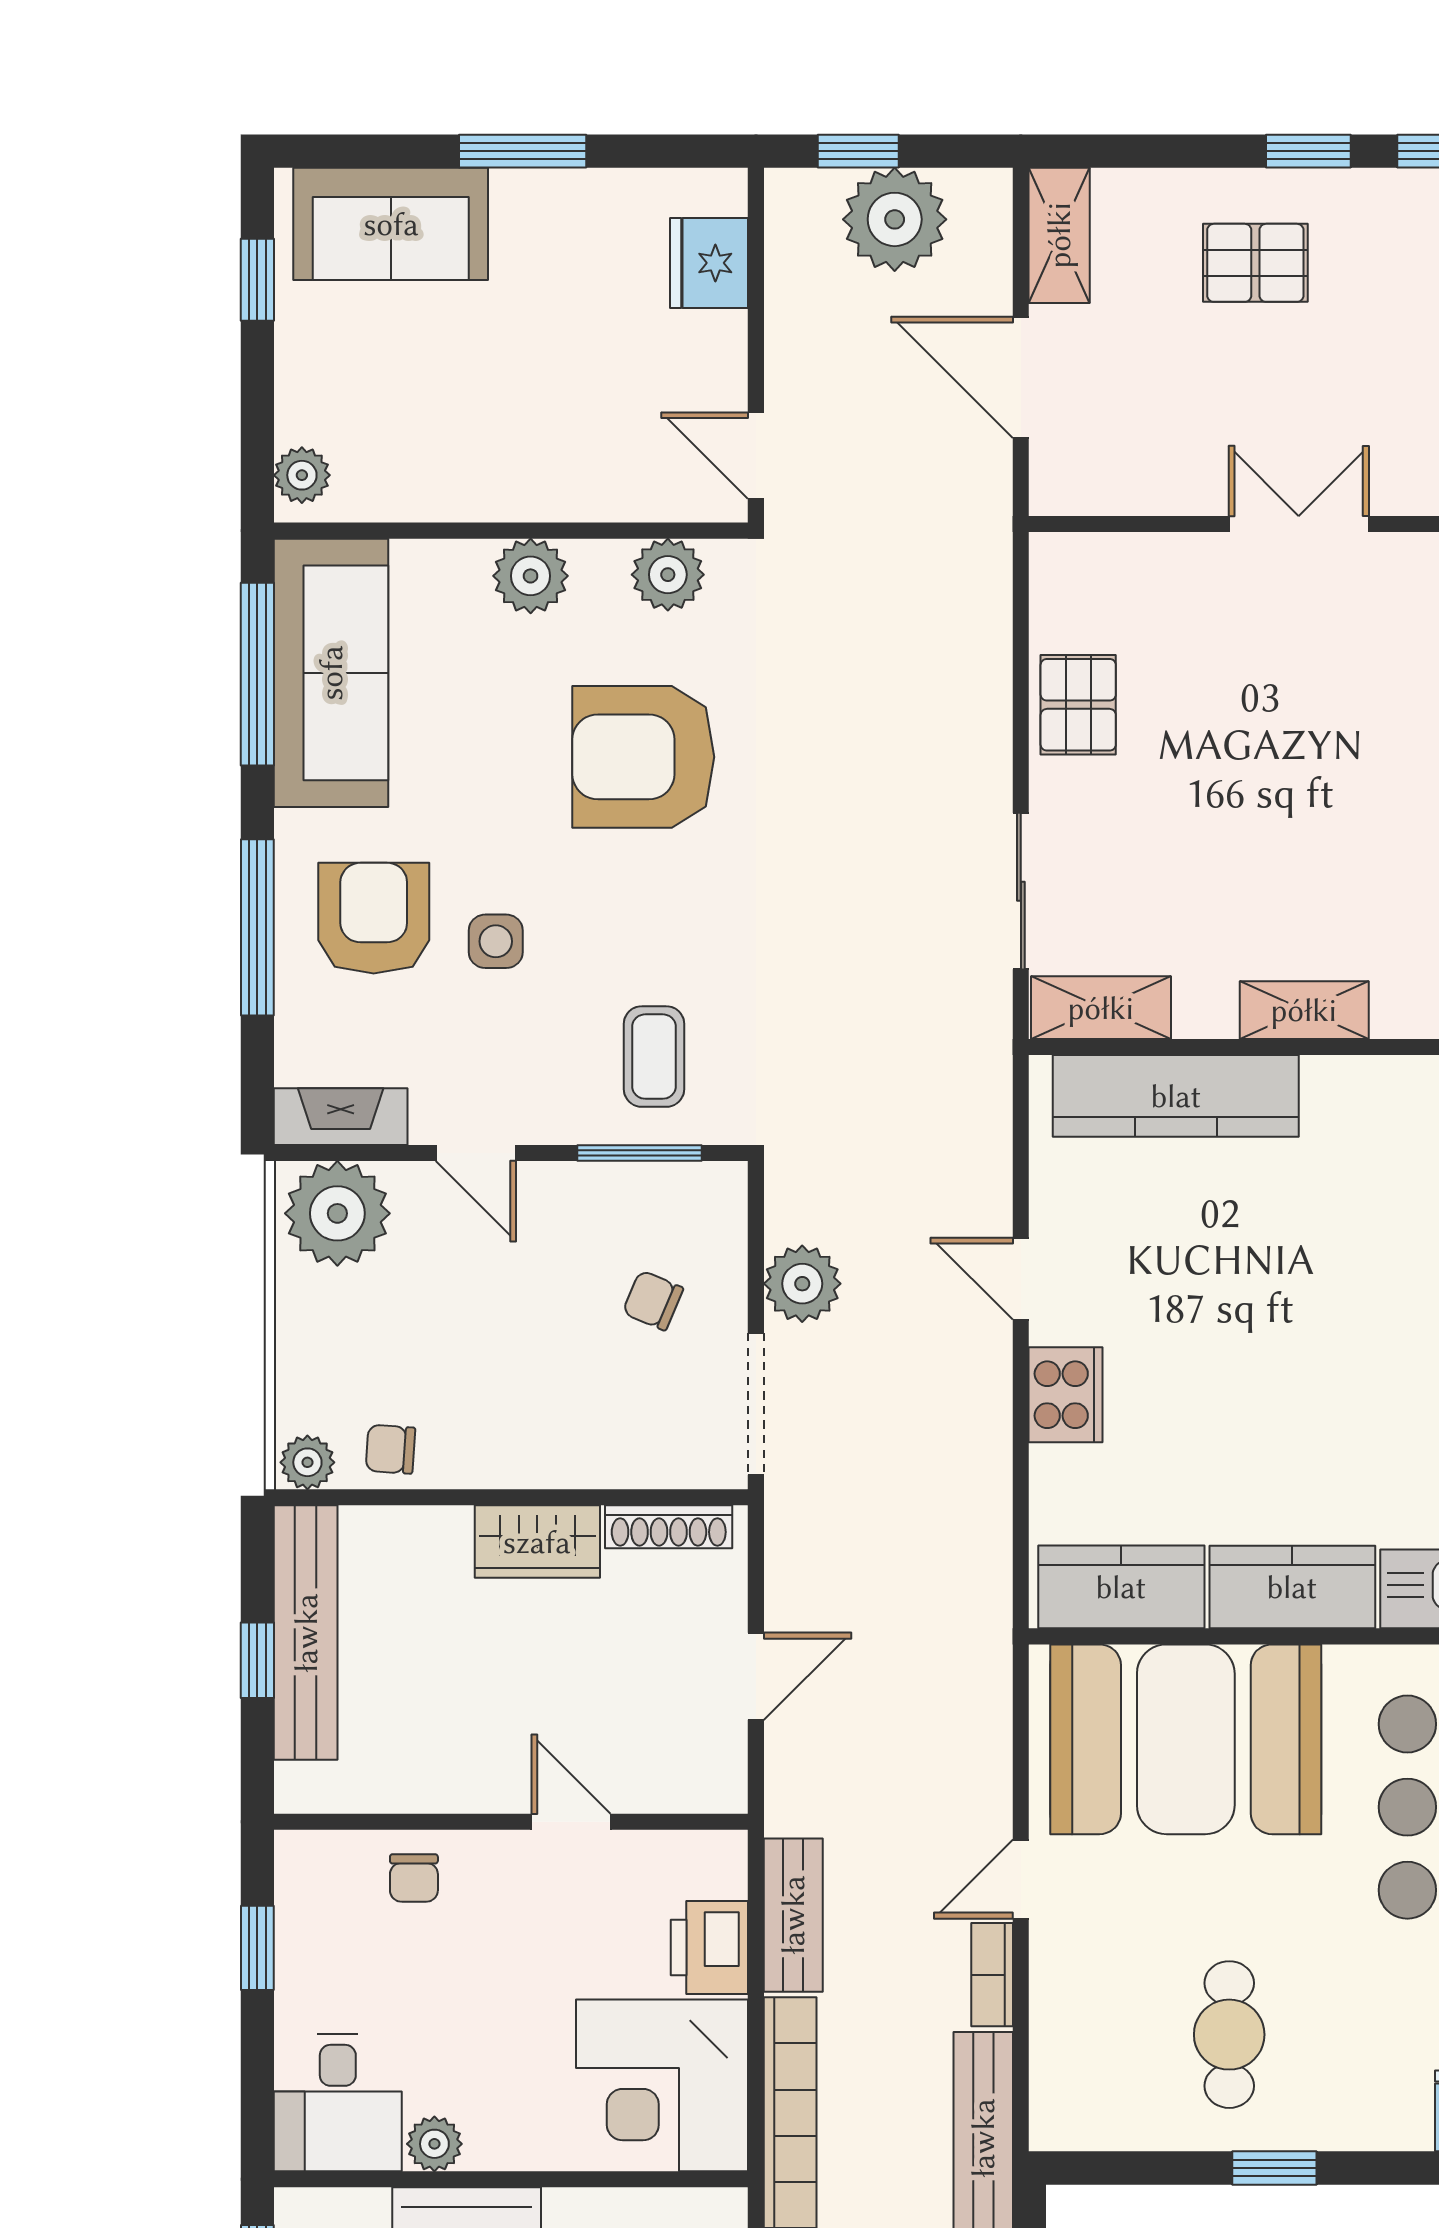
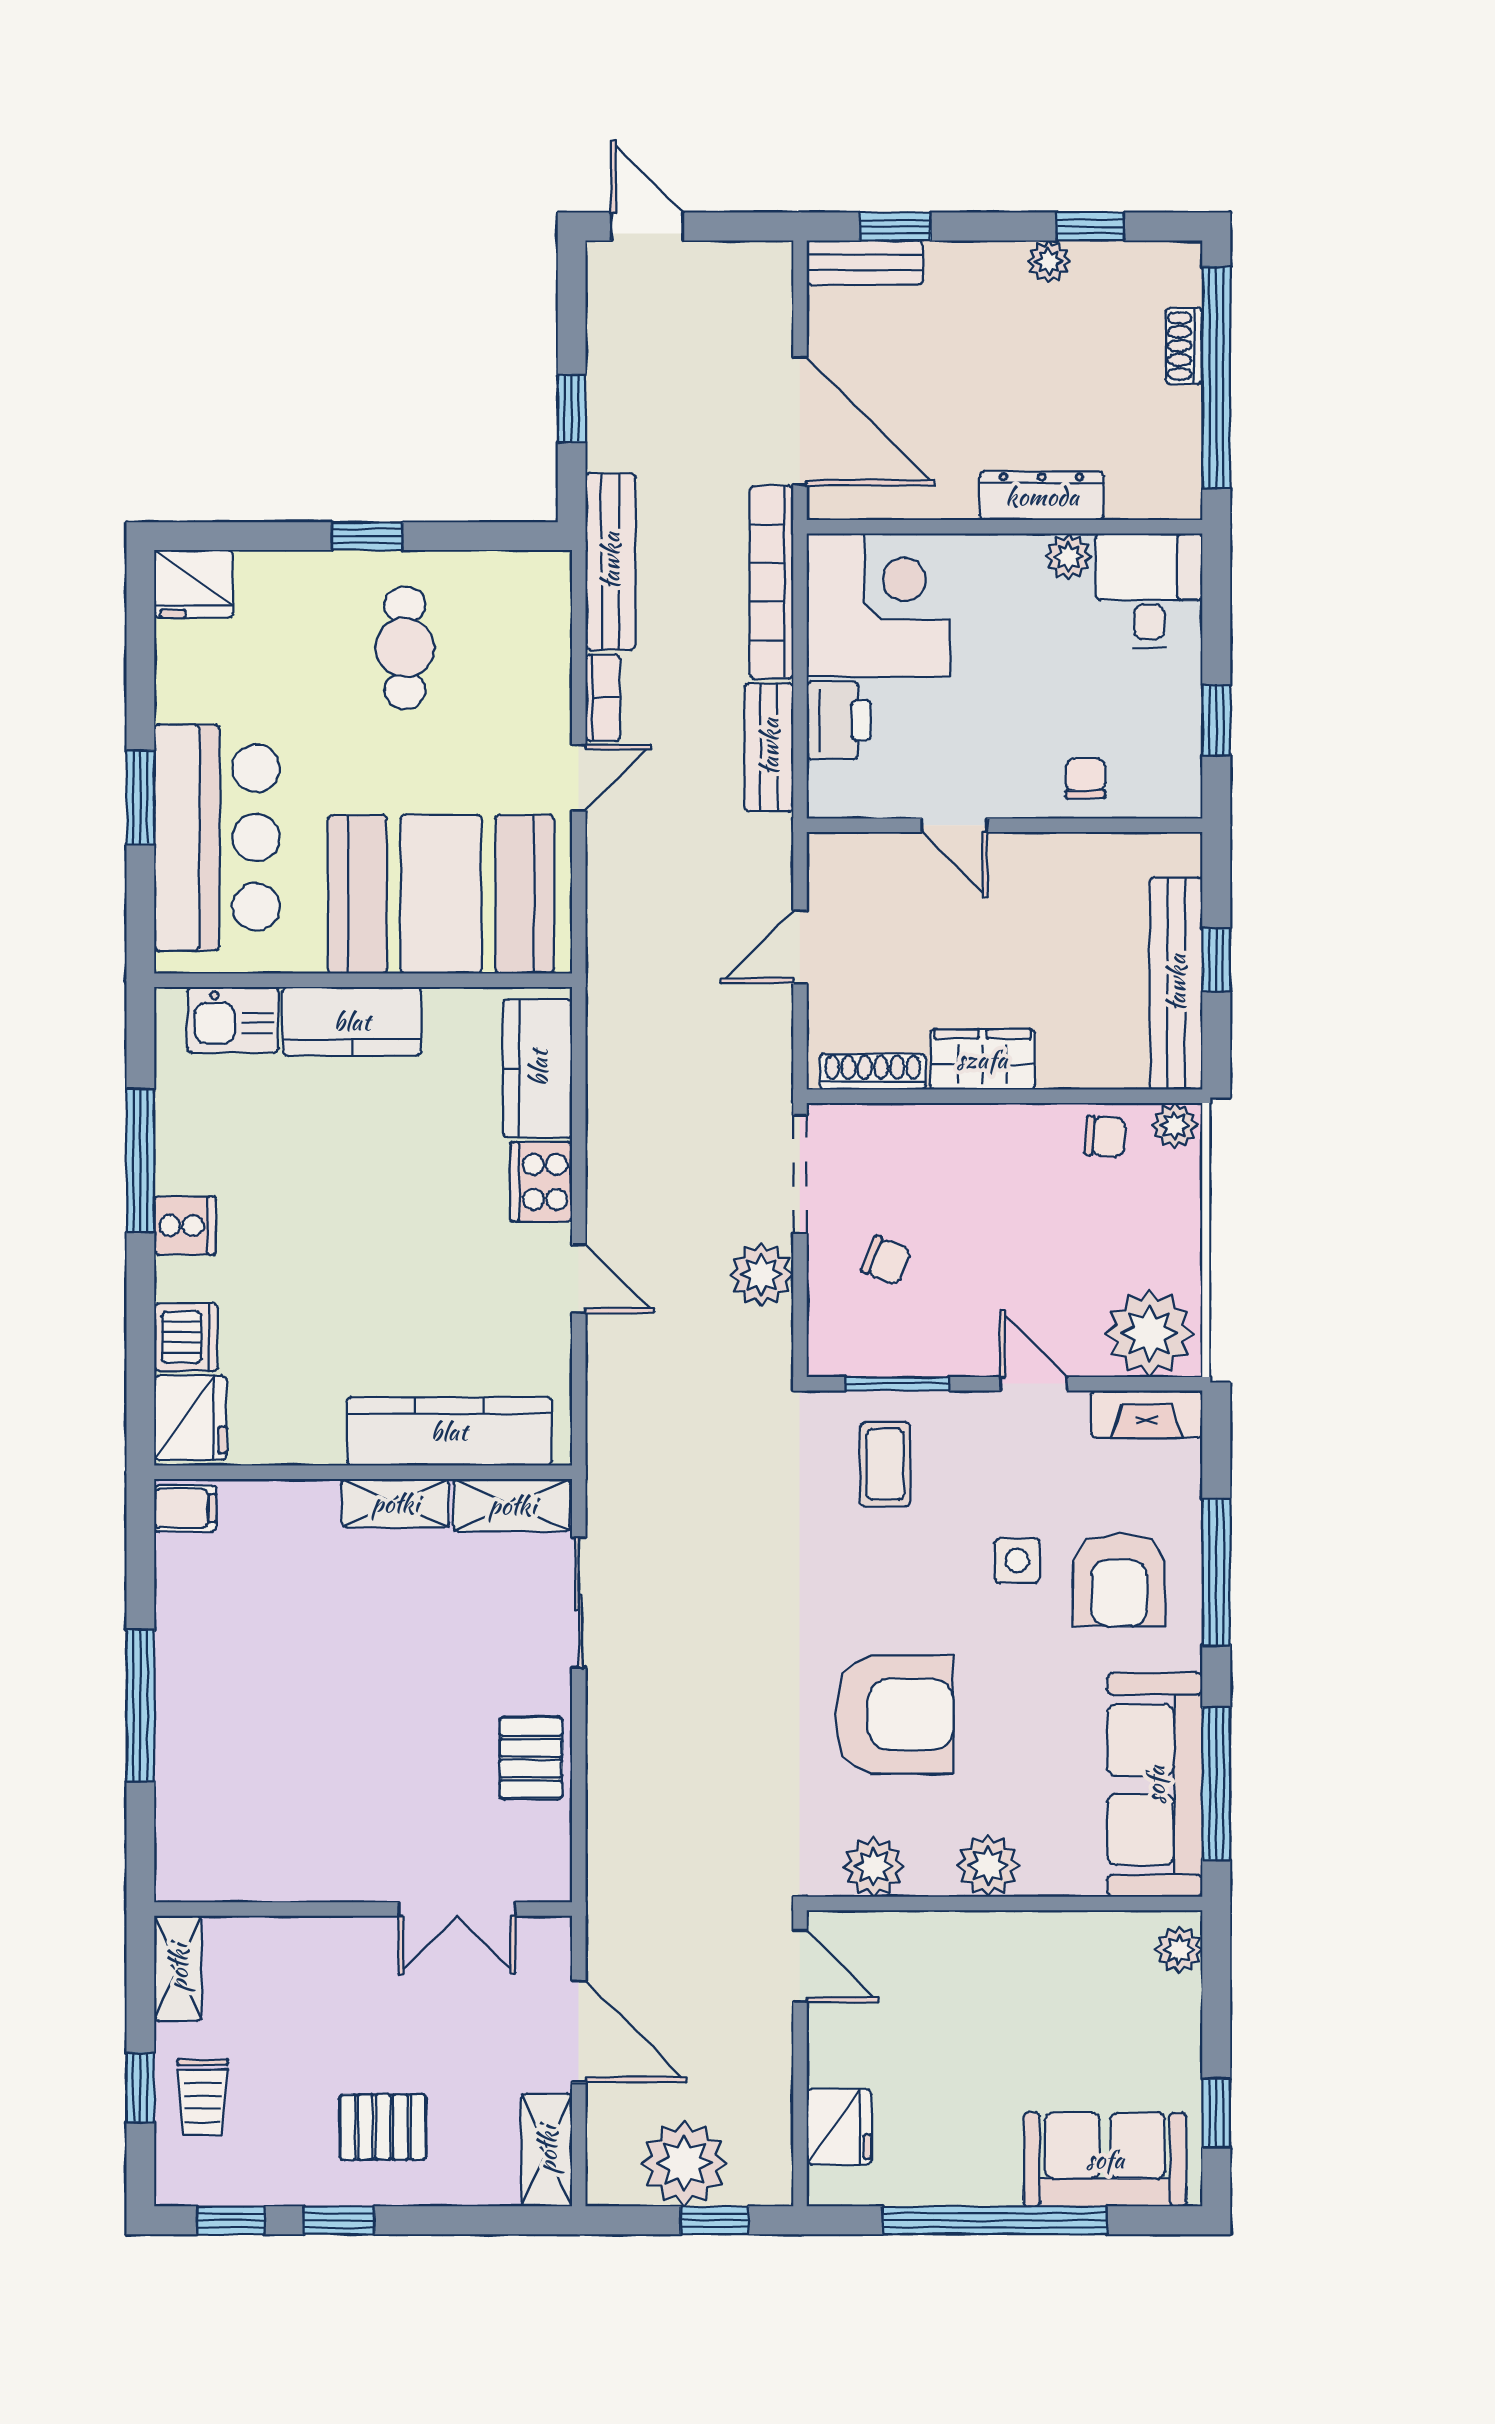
window: (523, 151) -> (995, 2220), width x2.11
double door: (1299, 524) -> (457, 1909), moved
shelving: (1304, 1010) -> (395, 1503), moved
kitchen counter: (1121, 1587) -> (538, 1068), moved, turned 90

